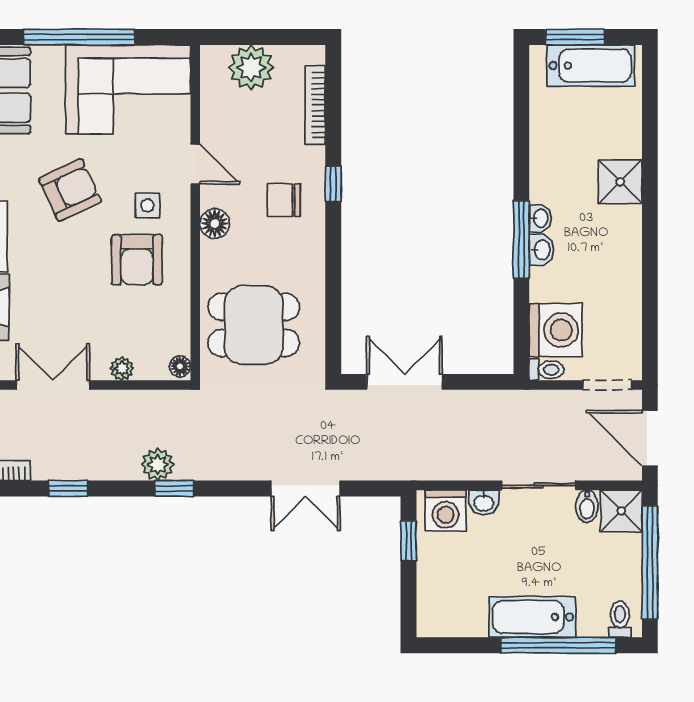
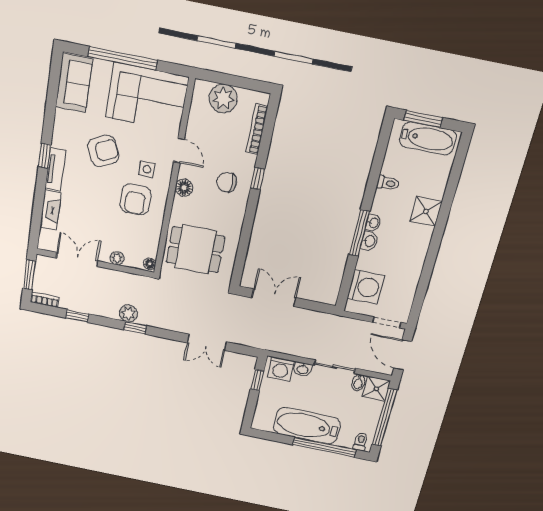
toilet: (546, 370) -> (388, 183), moved
bathtub: (532, 617) -> (307, 426), width x1.36, depth x1.36

